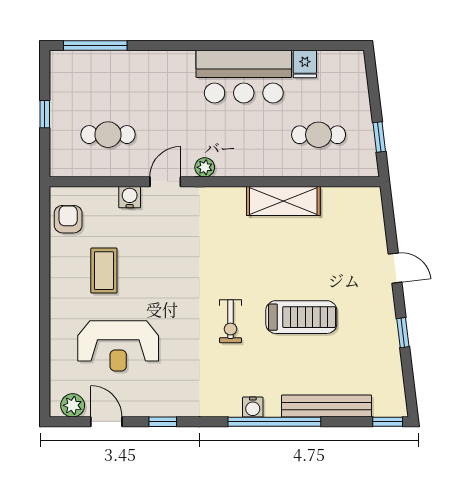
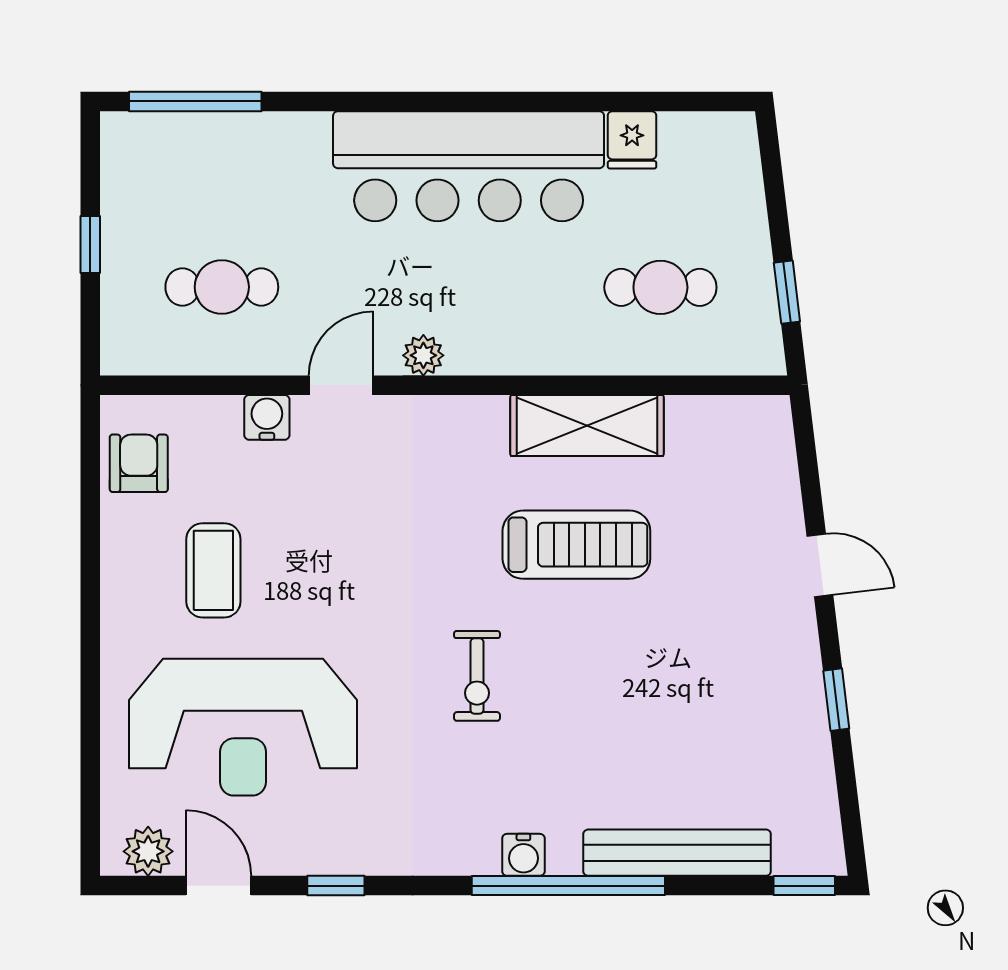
bar counter: (244, 77) -> (469, 166), width x1.36
treadmill: (301, 317) -> (576, 545), moved
reception desk: (118, 346) -> (243, 727), width x1.36, depth x1.30

